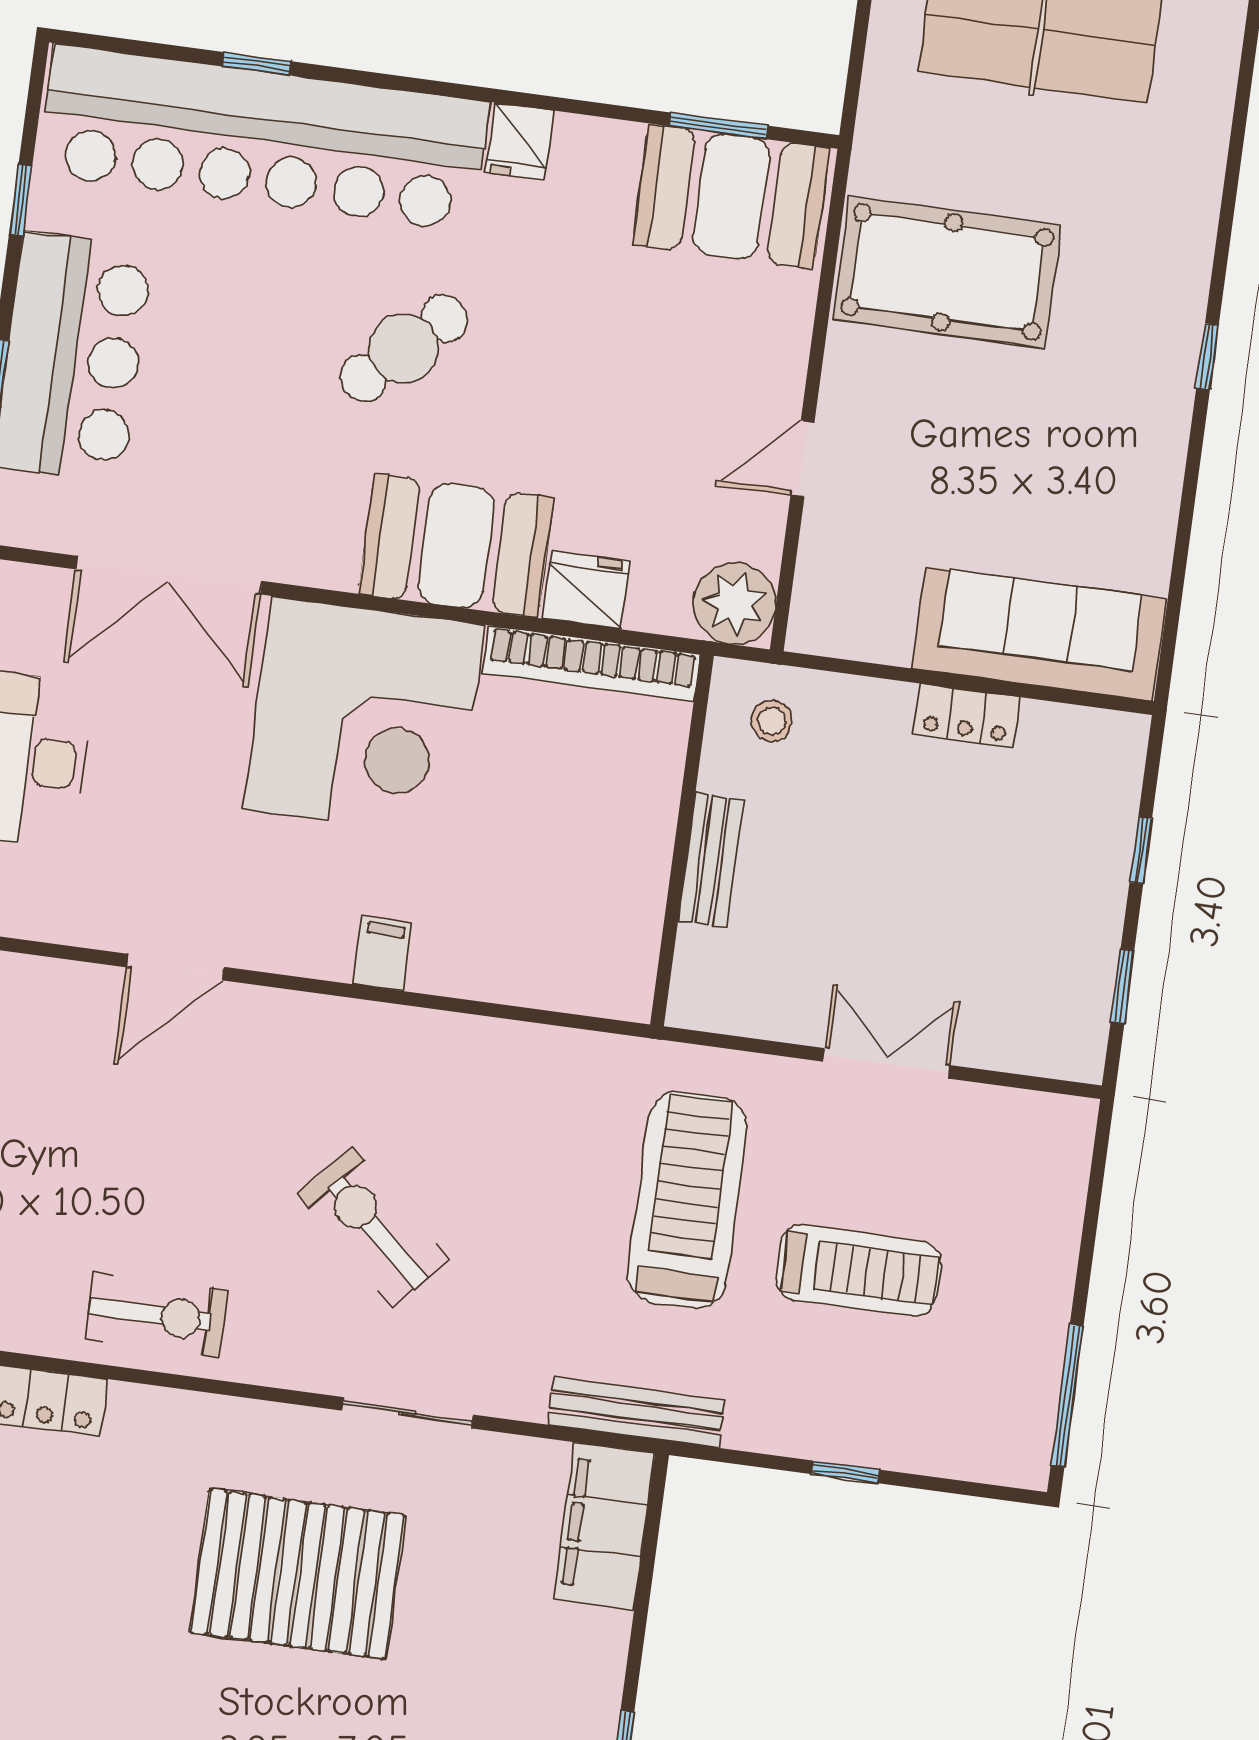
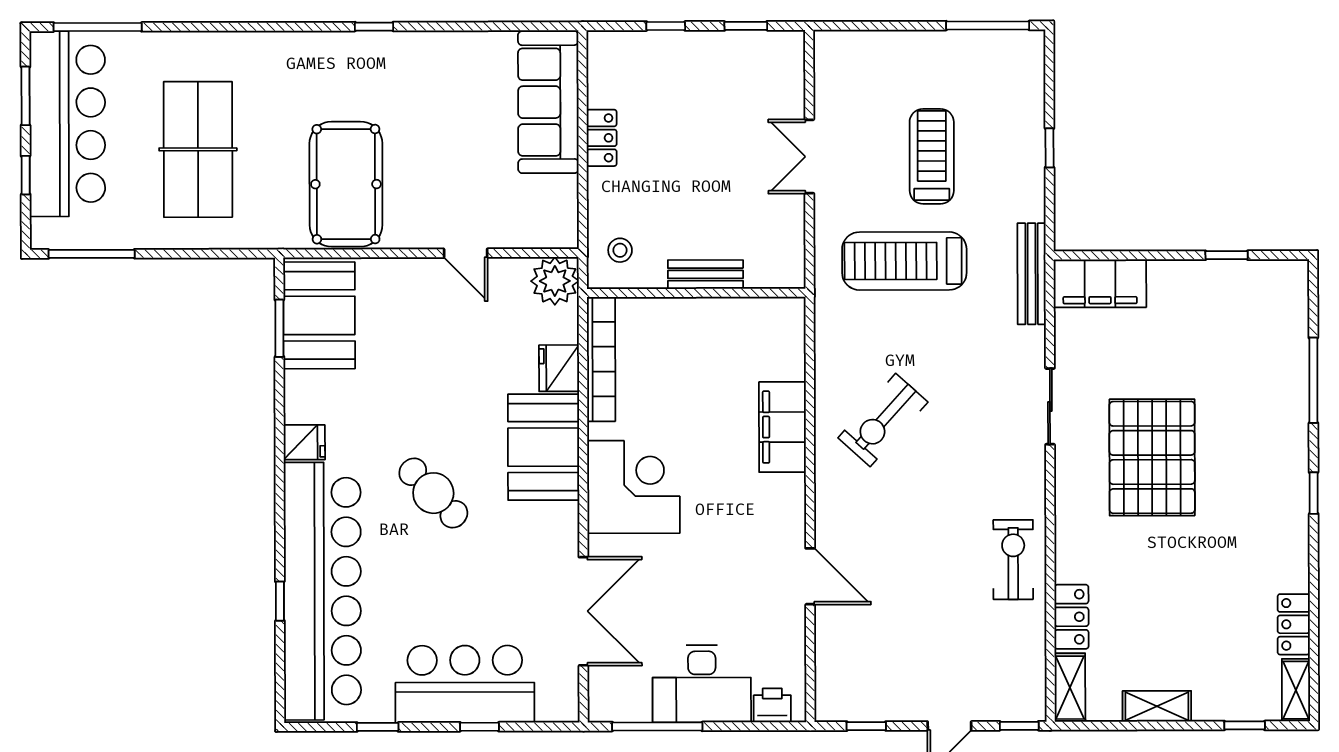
corner desk: (364, 717) -> (633, 487), width x0.74, depth x0.74
filing cabinet: (383, 954) -> (782, 427), width x3.00, depth x1.17
exercise bike: (373, 1227) -> (883, 420), moved

